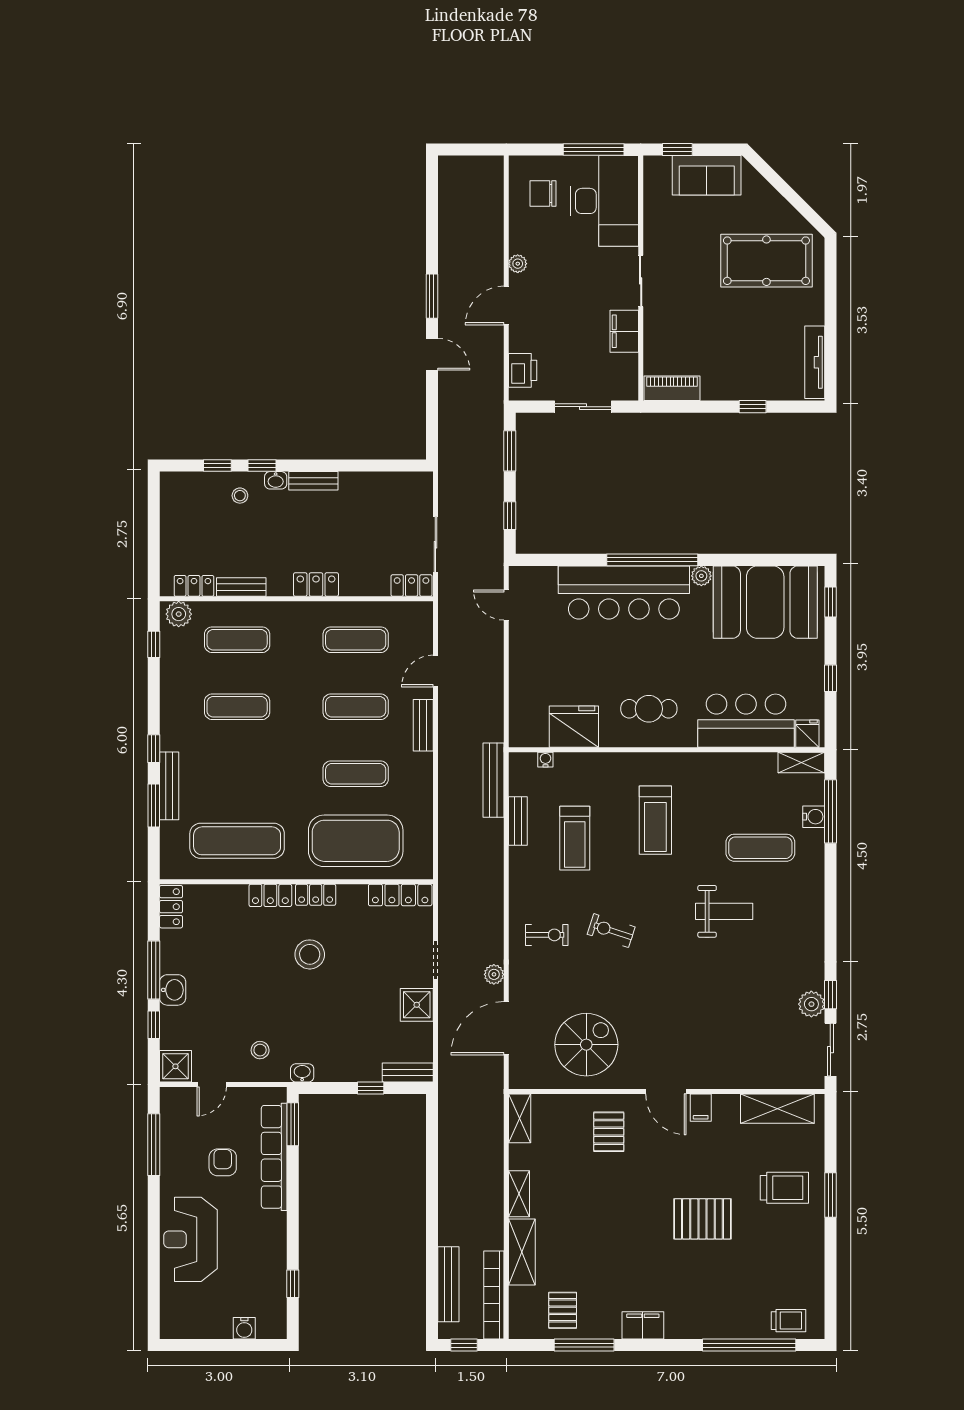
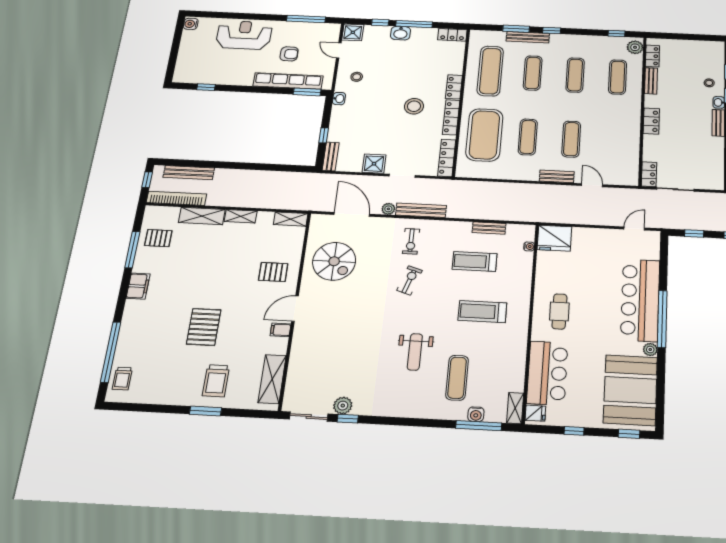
exercise mat: (356, 640) -> (533, 73), moved
fridge: (574, 727) -> (554, 238), moved, turned 90
bench: (493, 780) -> (421, 210), moved
locker: (316, 895) -> (451, 117), width x1.53
water cooler: (244, 1328) -> (191, 24), moved

